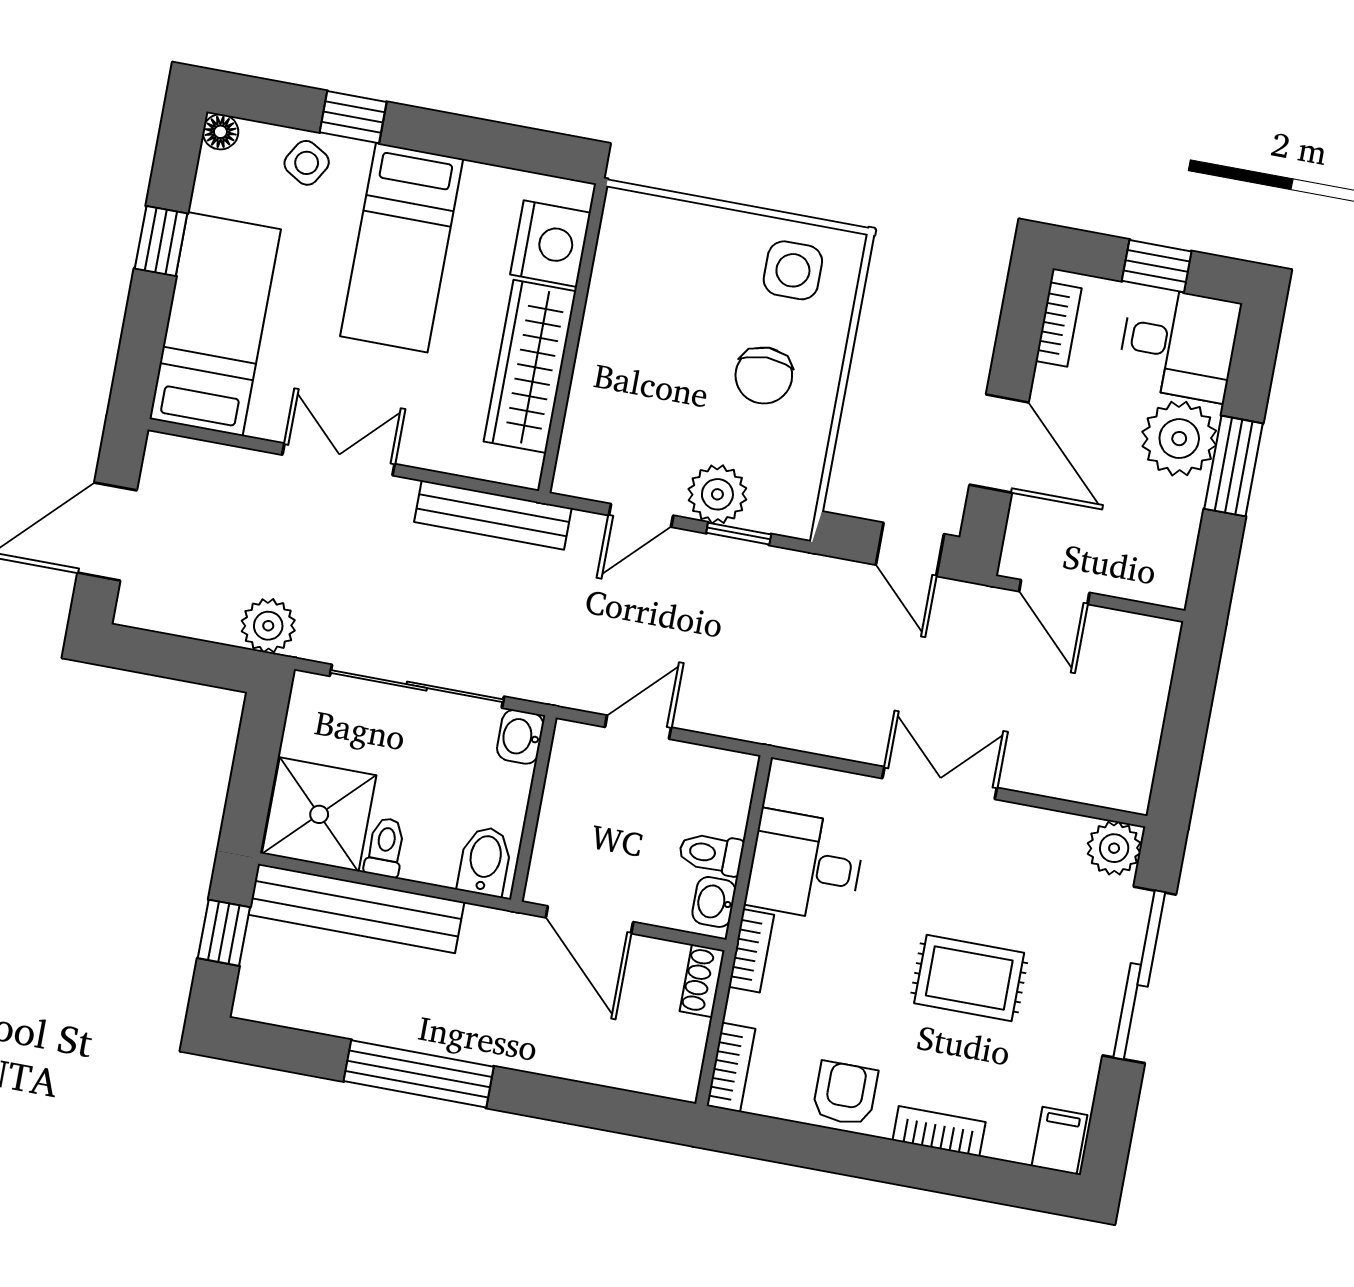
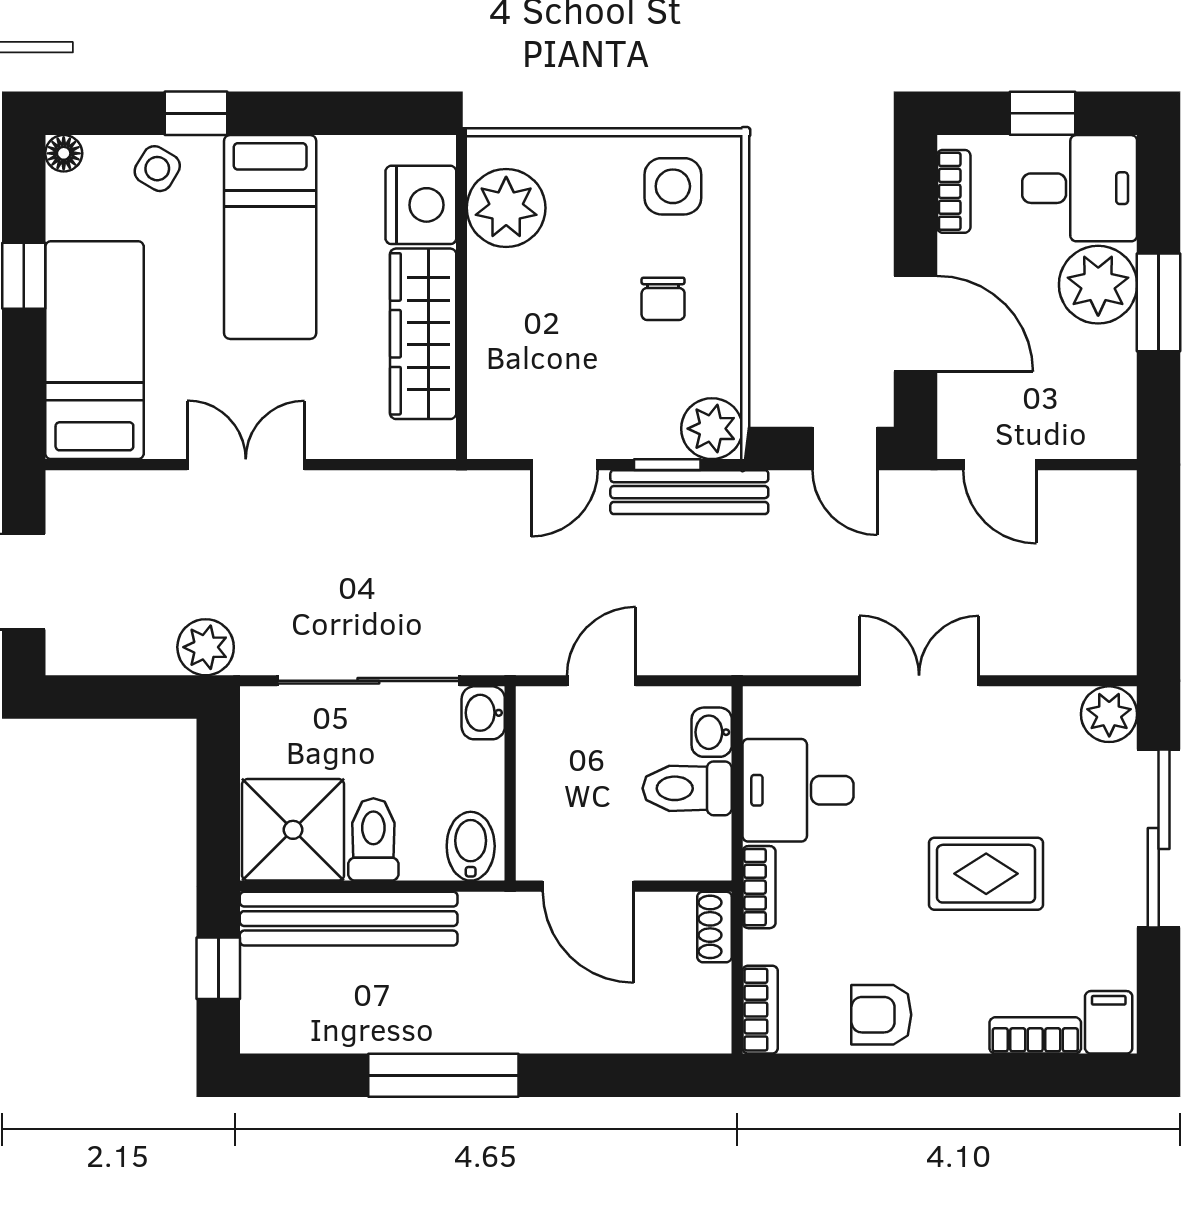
plant: (631, 262) -> (506, 208), added
chair: (764, 375) -> (663, 299), width x0.73, depth x0.73
plant: (717, 494) -> (712, 429), moved
bench: (493, 515) -> (689, 492), moved
toilet: (385, 847) -> (373, 839), width x1.37, depth x1.39
toilet: (711, 854) -> (687, 788), width x1.37, depth x1.39
washbasin: (714, 902) -> (712, 732), moved
armchair: (845, 1093) -> (881, 1015), turned -90
bookcase: (939, 1131) -> (1035, 1035), moved

